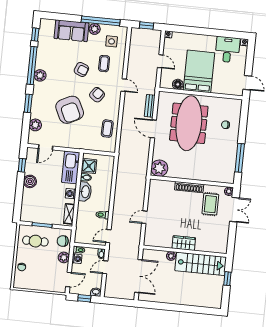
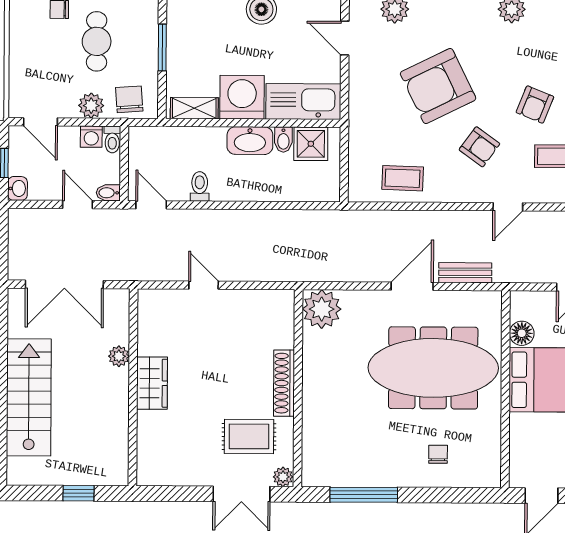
washing machine: (71, 194) -> (242, 97), width x1.89, depth x1.89
cafe table: (35, 241) -> (97, 41), moved
stairs: (201, 264) -> (29, 397), moved, turned 180

